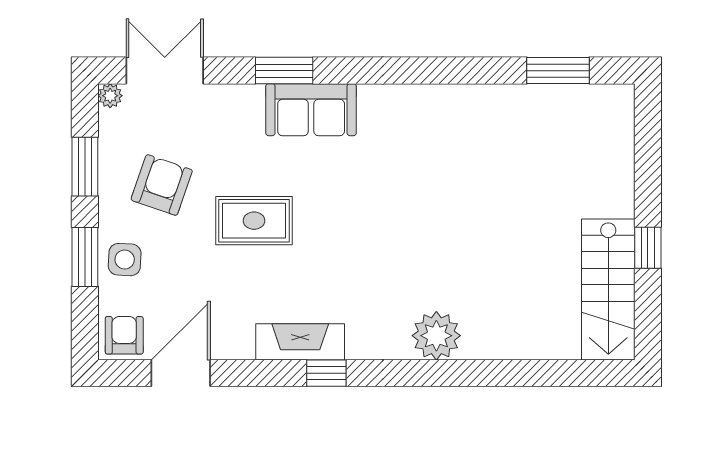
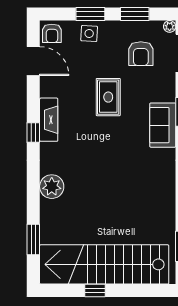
armchair: (162, 185) -> (141, 54), moved, turned 71
stairs: (608, 290) -> (104, 264), width x1.86, depth x1.51
armchair: (124, 335) -> (52, 33), turned 90
window: (544, 373) -> (33, 239), added

